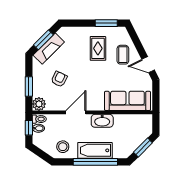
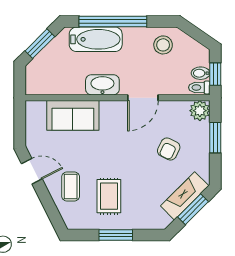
window: (106, 23) -> (116, 235), moved
sofa: (127, 101) -> (73, 115), width x0.73
bathtub: (95, 150) -> (96, 39), moved

